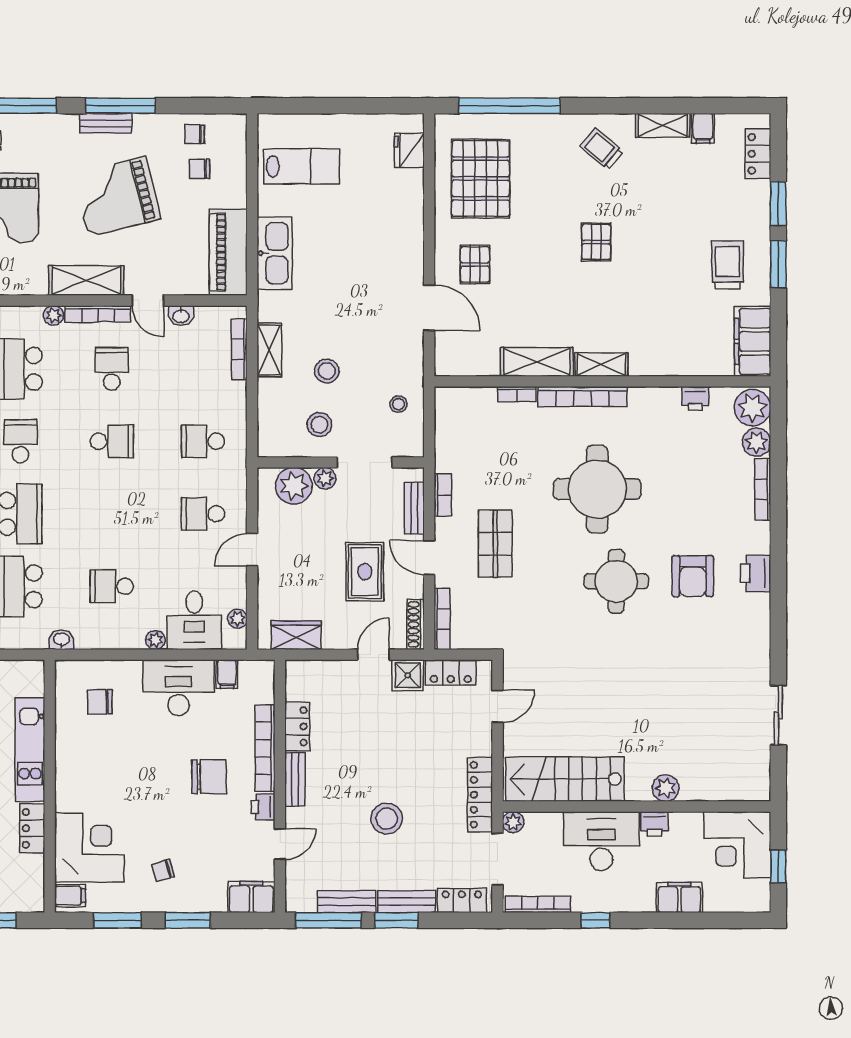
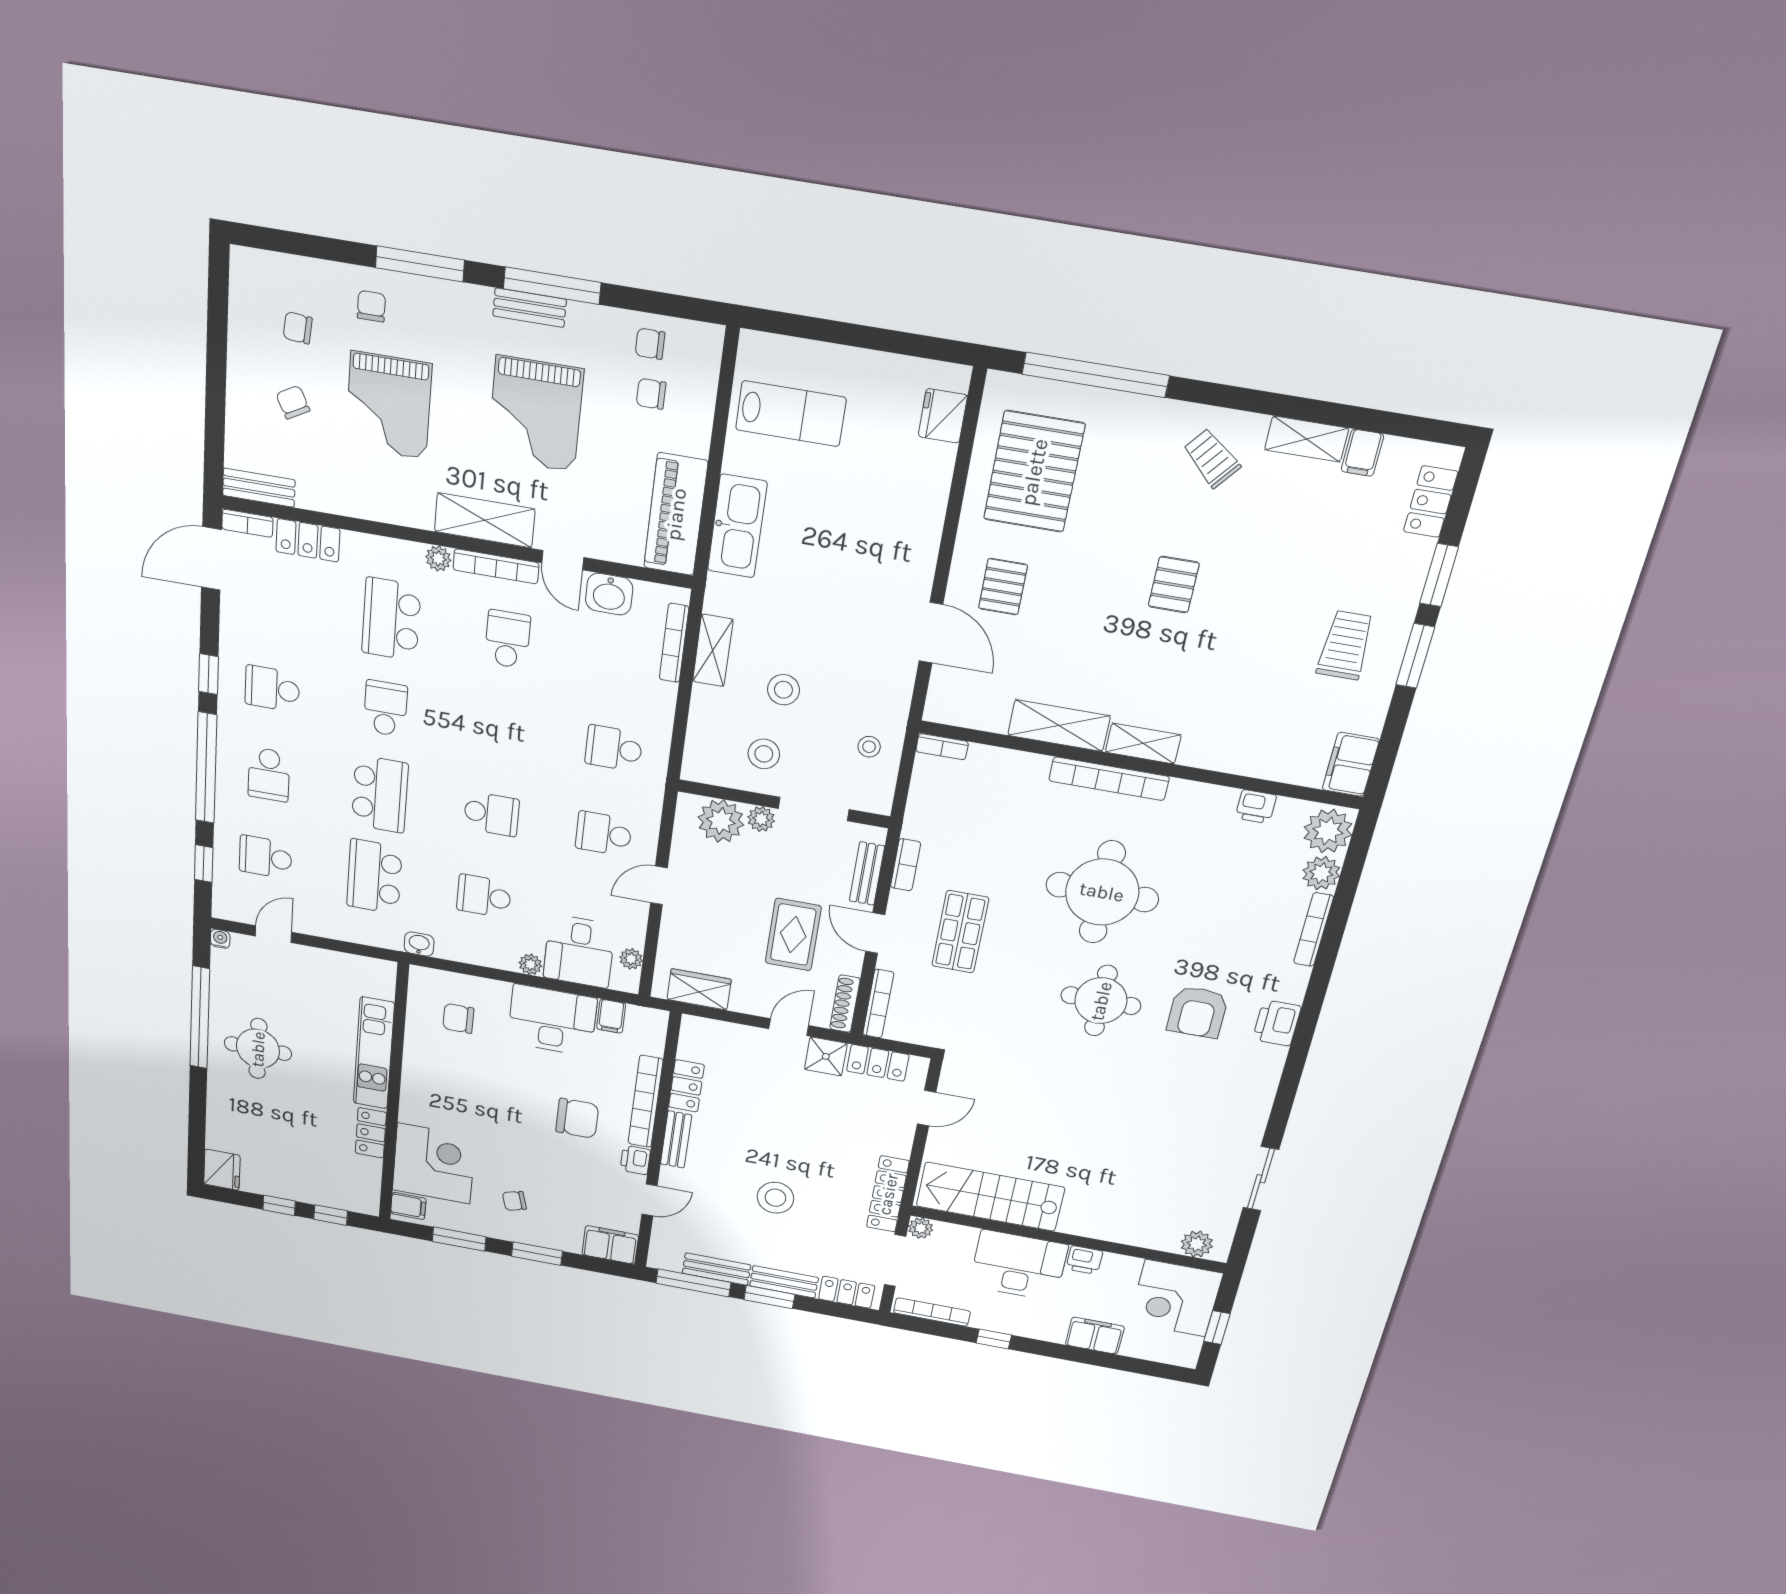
grand piano: (117, 197) -> (535, 414), turned -76
washbasin: (181, 316) -> (609, 594), width x1.38, depth x1.45
filing cabinet: (753, 341) -> (1351, 764), width x0.67, depth x0.86
bookcase: (517, 394) -> (942, 747), moved
school desk: (112, 441) -> (491, 814), moved
plant: (666, 788) -> (1197, 1244), moved

